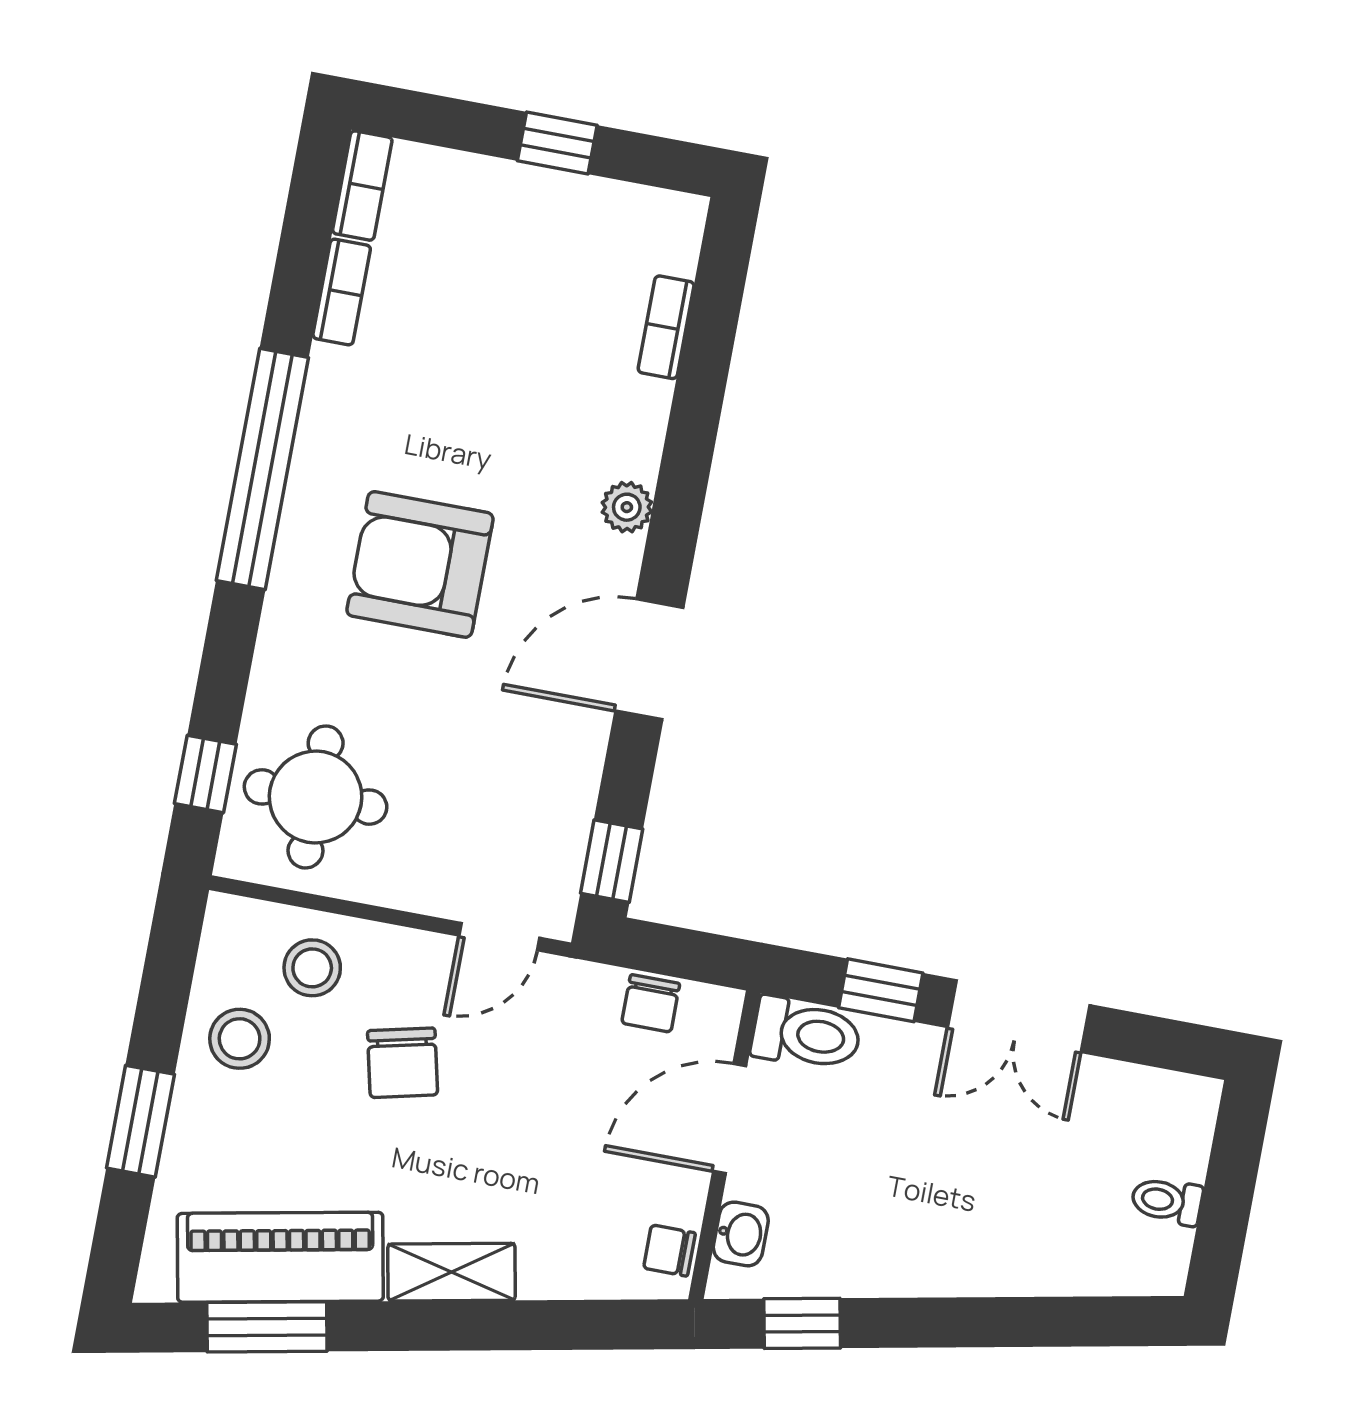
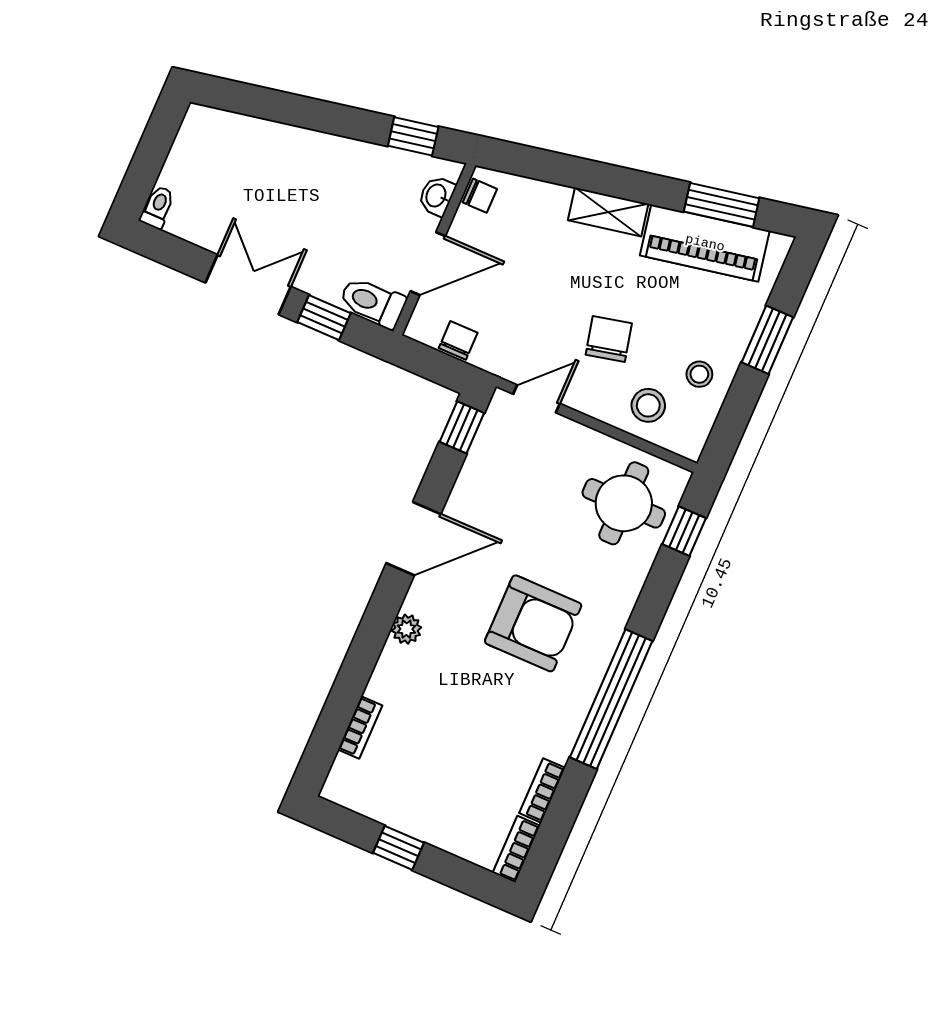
stool: (240, 1039) -> (699, 374), width x0.73, depth x0.73
toilet: (1167, 1201) -> (158, 207), moved, turned -90

